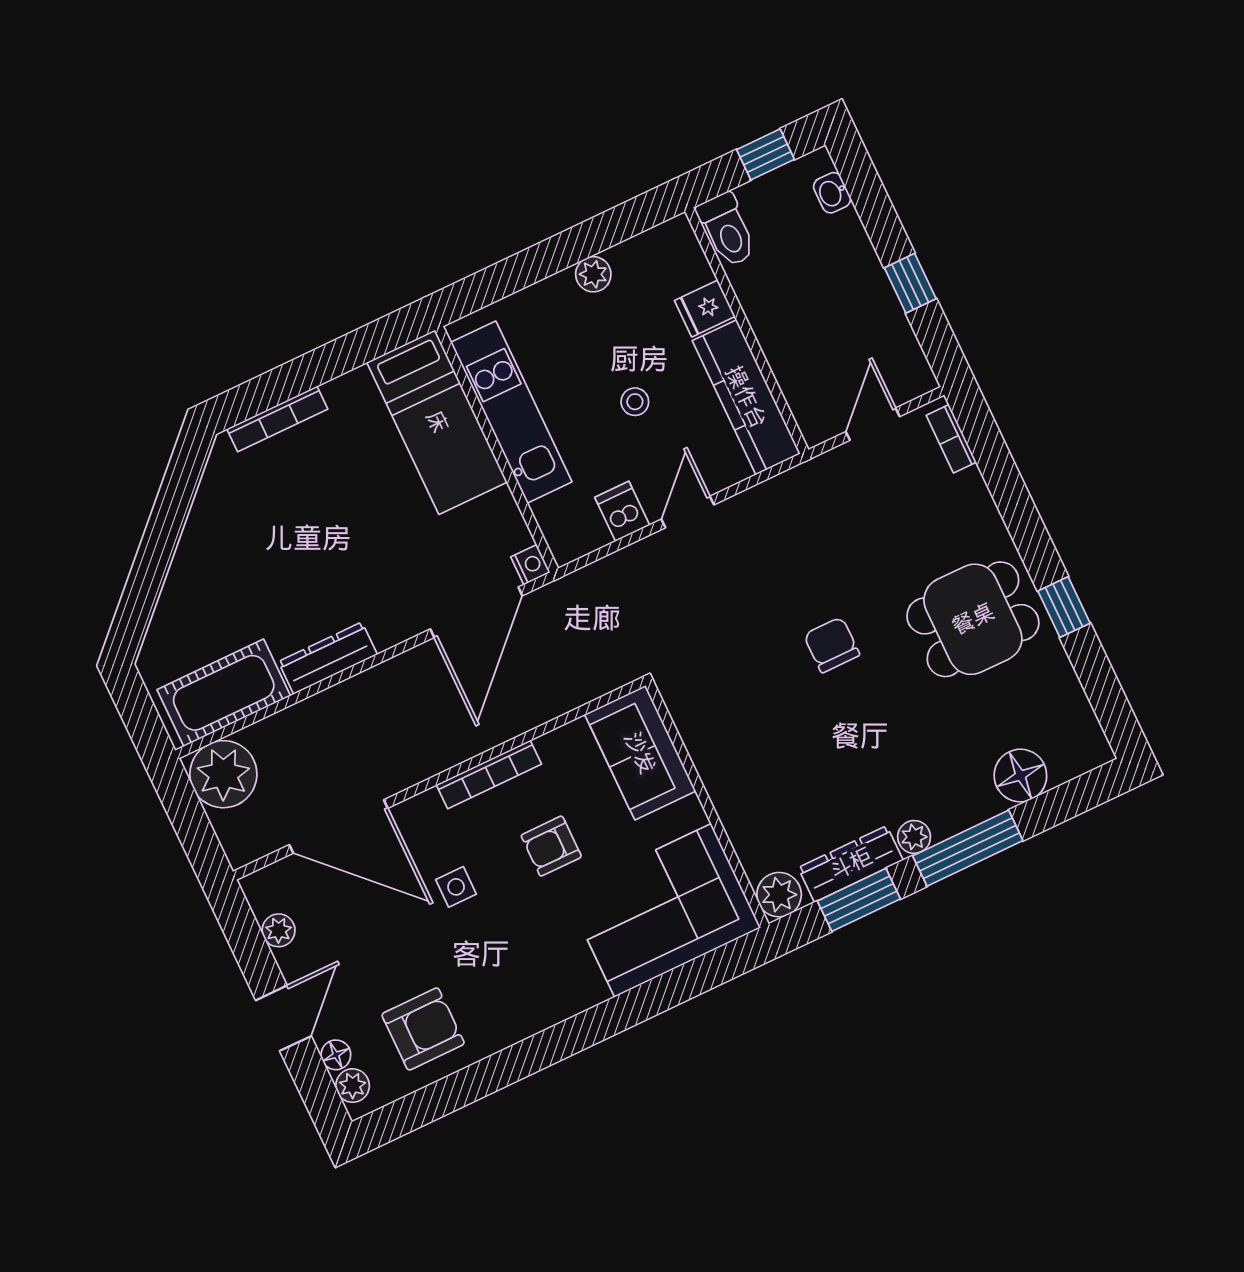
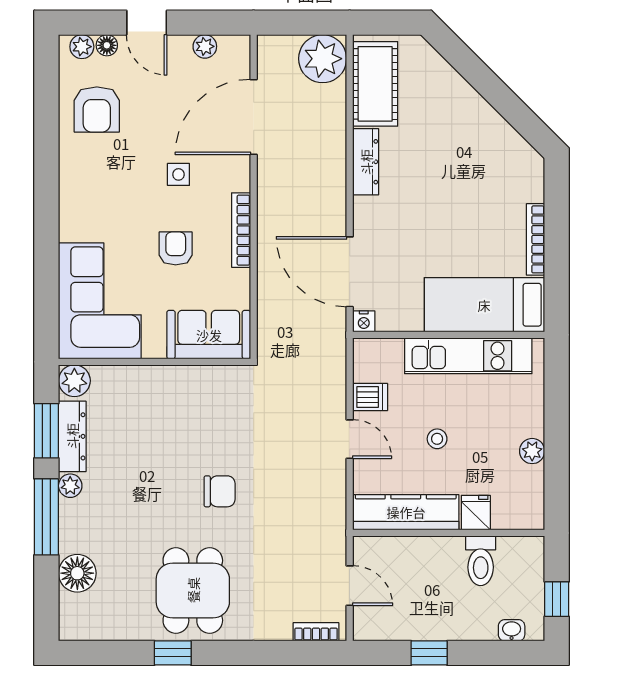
toilet: (727, 230) -> (481, 561), moved, turned -90
bookcase: (277, 419) -> (536, 239), moved

